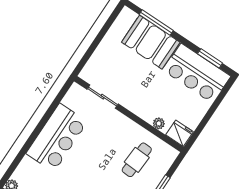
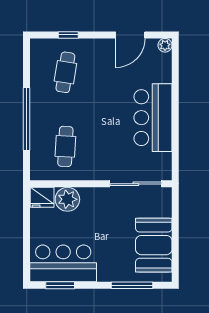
booth: (151, 42) -> (154, 245), moved, turned 90
sliding door: (103, 97) -> (136, 184), width x1.37
plant: (159, 123) -> (67, 199), width x1.87, depth x1.87

